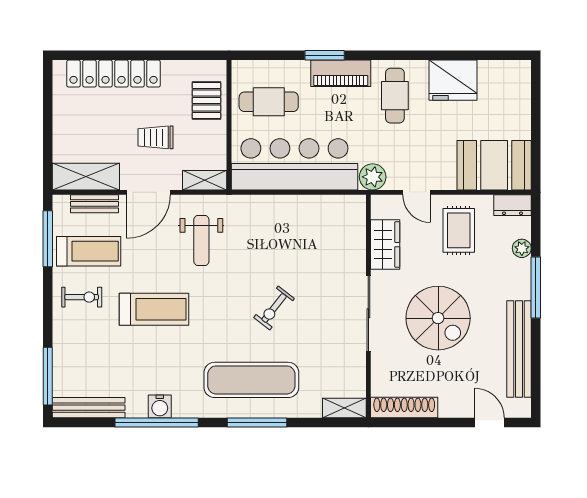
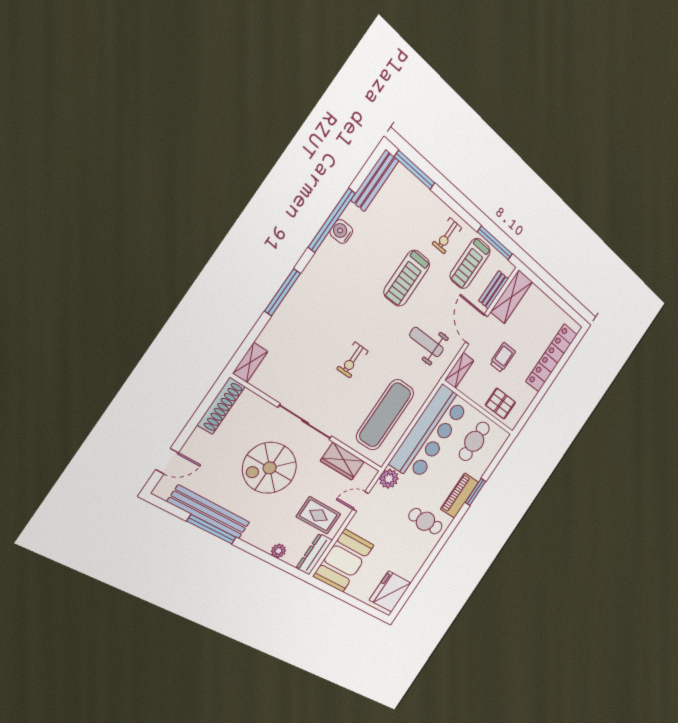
fridge: (453, 80) -> (390, 592), moved
dresser: (513, 205) -> (314, 554), width x1.44
window: (536, 288) -> (212, 529), moved
exercise bike: (274, 308) -> (352, 360), turned -128
exercise mat: (251, 380) -> (385, 415), moved

